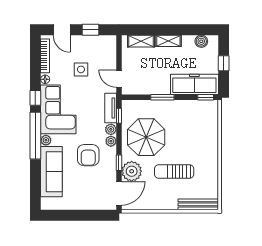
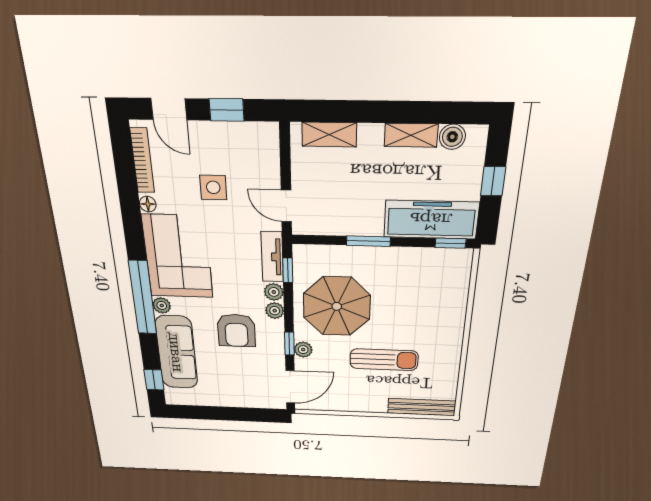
shelving: (168, 41) -> (411, 135), moved
window: (35, 98) -> (154, 380), moved
plant: (132, 171) -> (303, 350), width x0.53, depth x0.53
sun lounger: (174, 171) -> (384, 360), turned 180

